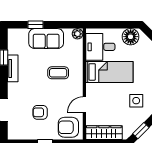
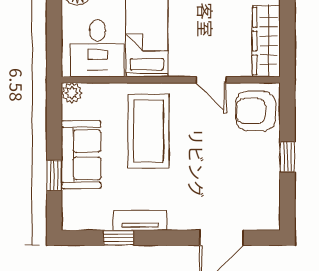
coffee table: (58, 73) -> (149, 131), width x1.86, depth x1.72
armchair: (40, 112) -> (226, 167), removed
armchair: (68, 127) -> (256, 111), turned 90

